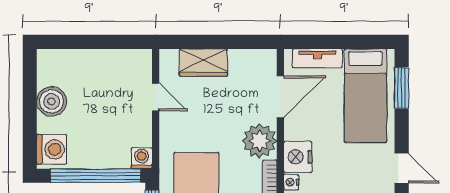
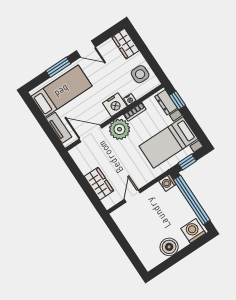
window: (402, 88) -> (58, 67), moved
door: (402, 168) -> (86, 49), swing flipped

